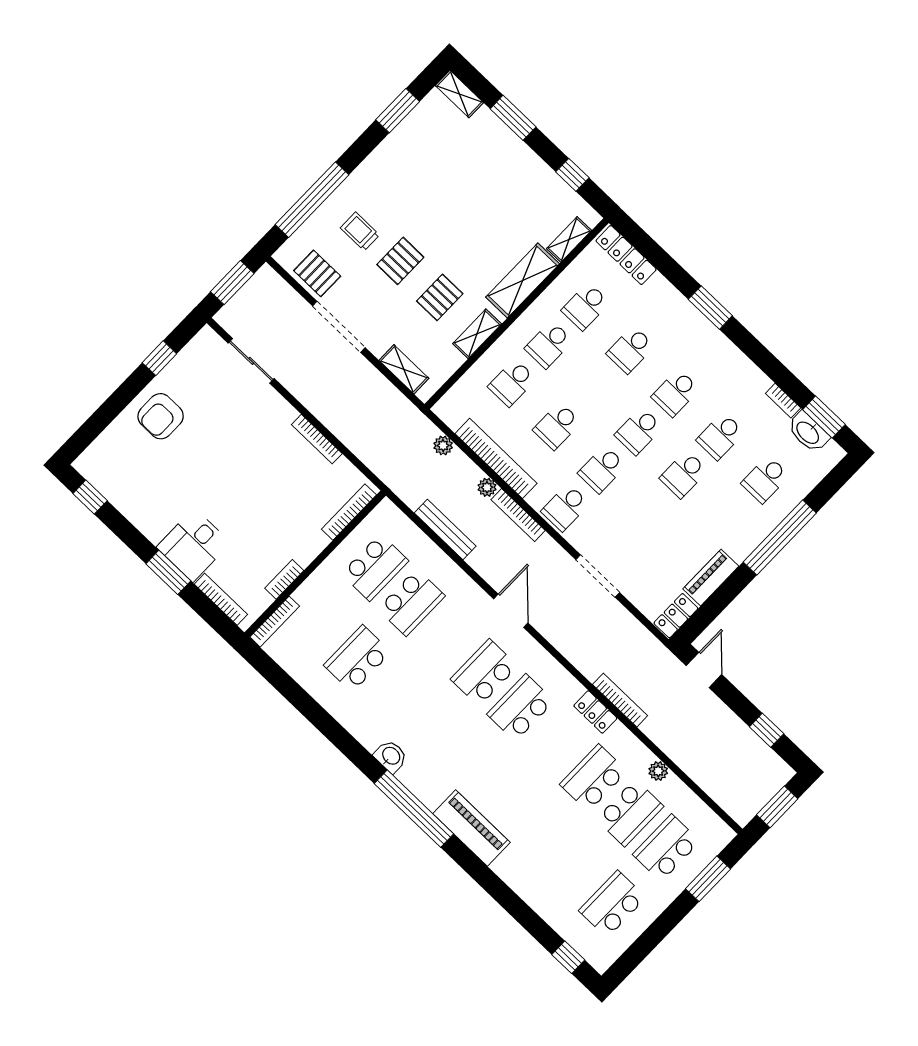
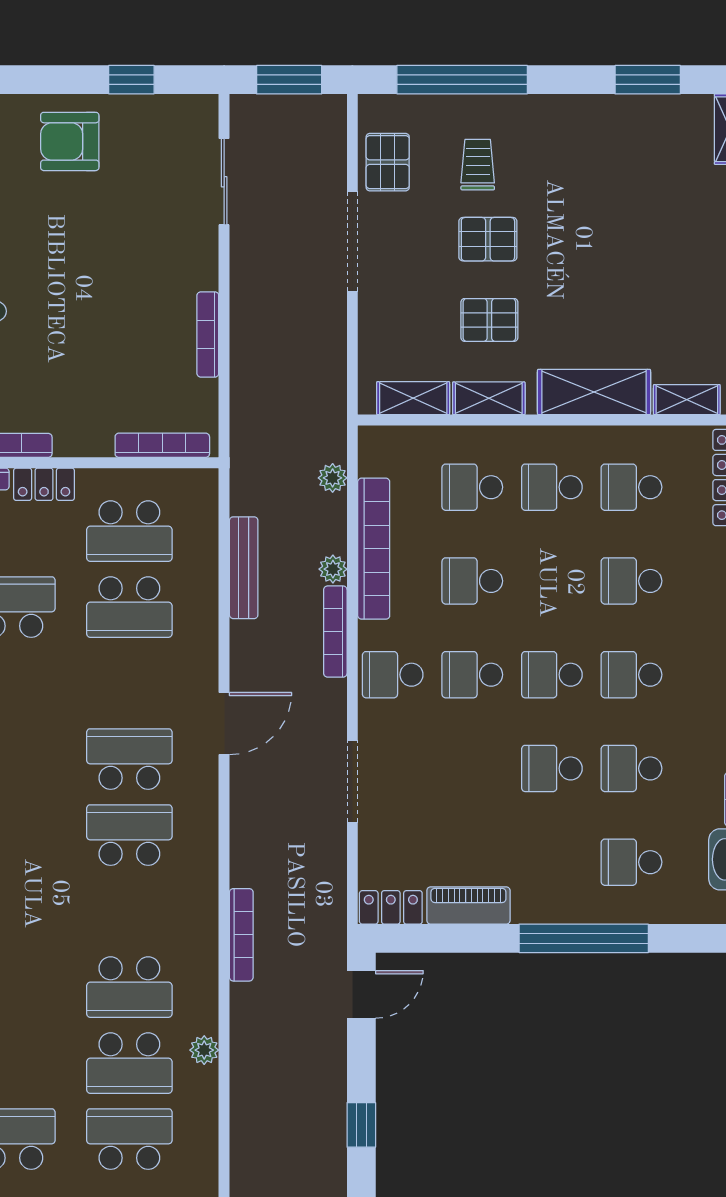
shelving: (404, 369) -> (413, 398), moved, turned 90
locker: (595, 712) -> (44, 484), moved, turned -90
school desk: (593, 778) -> (129, 987), turned 180

